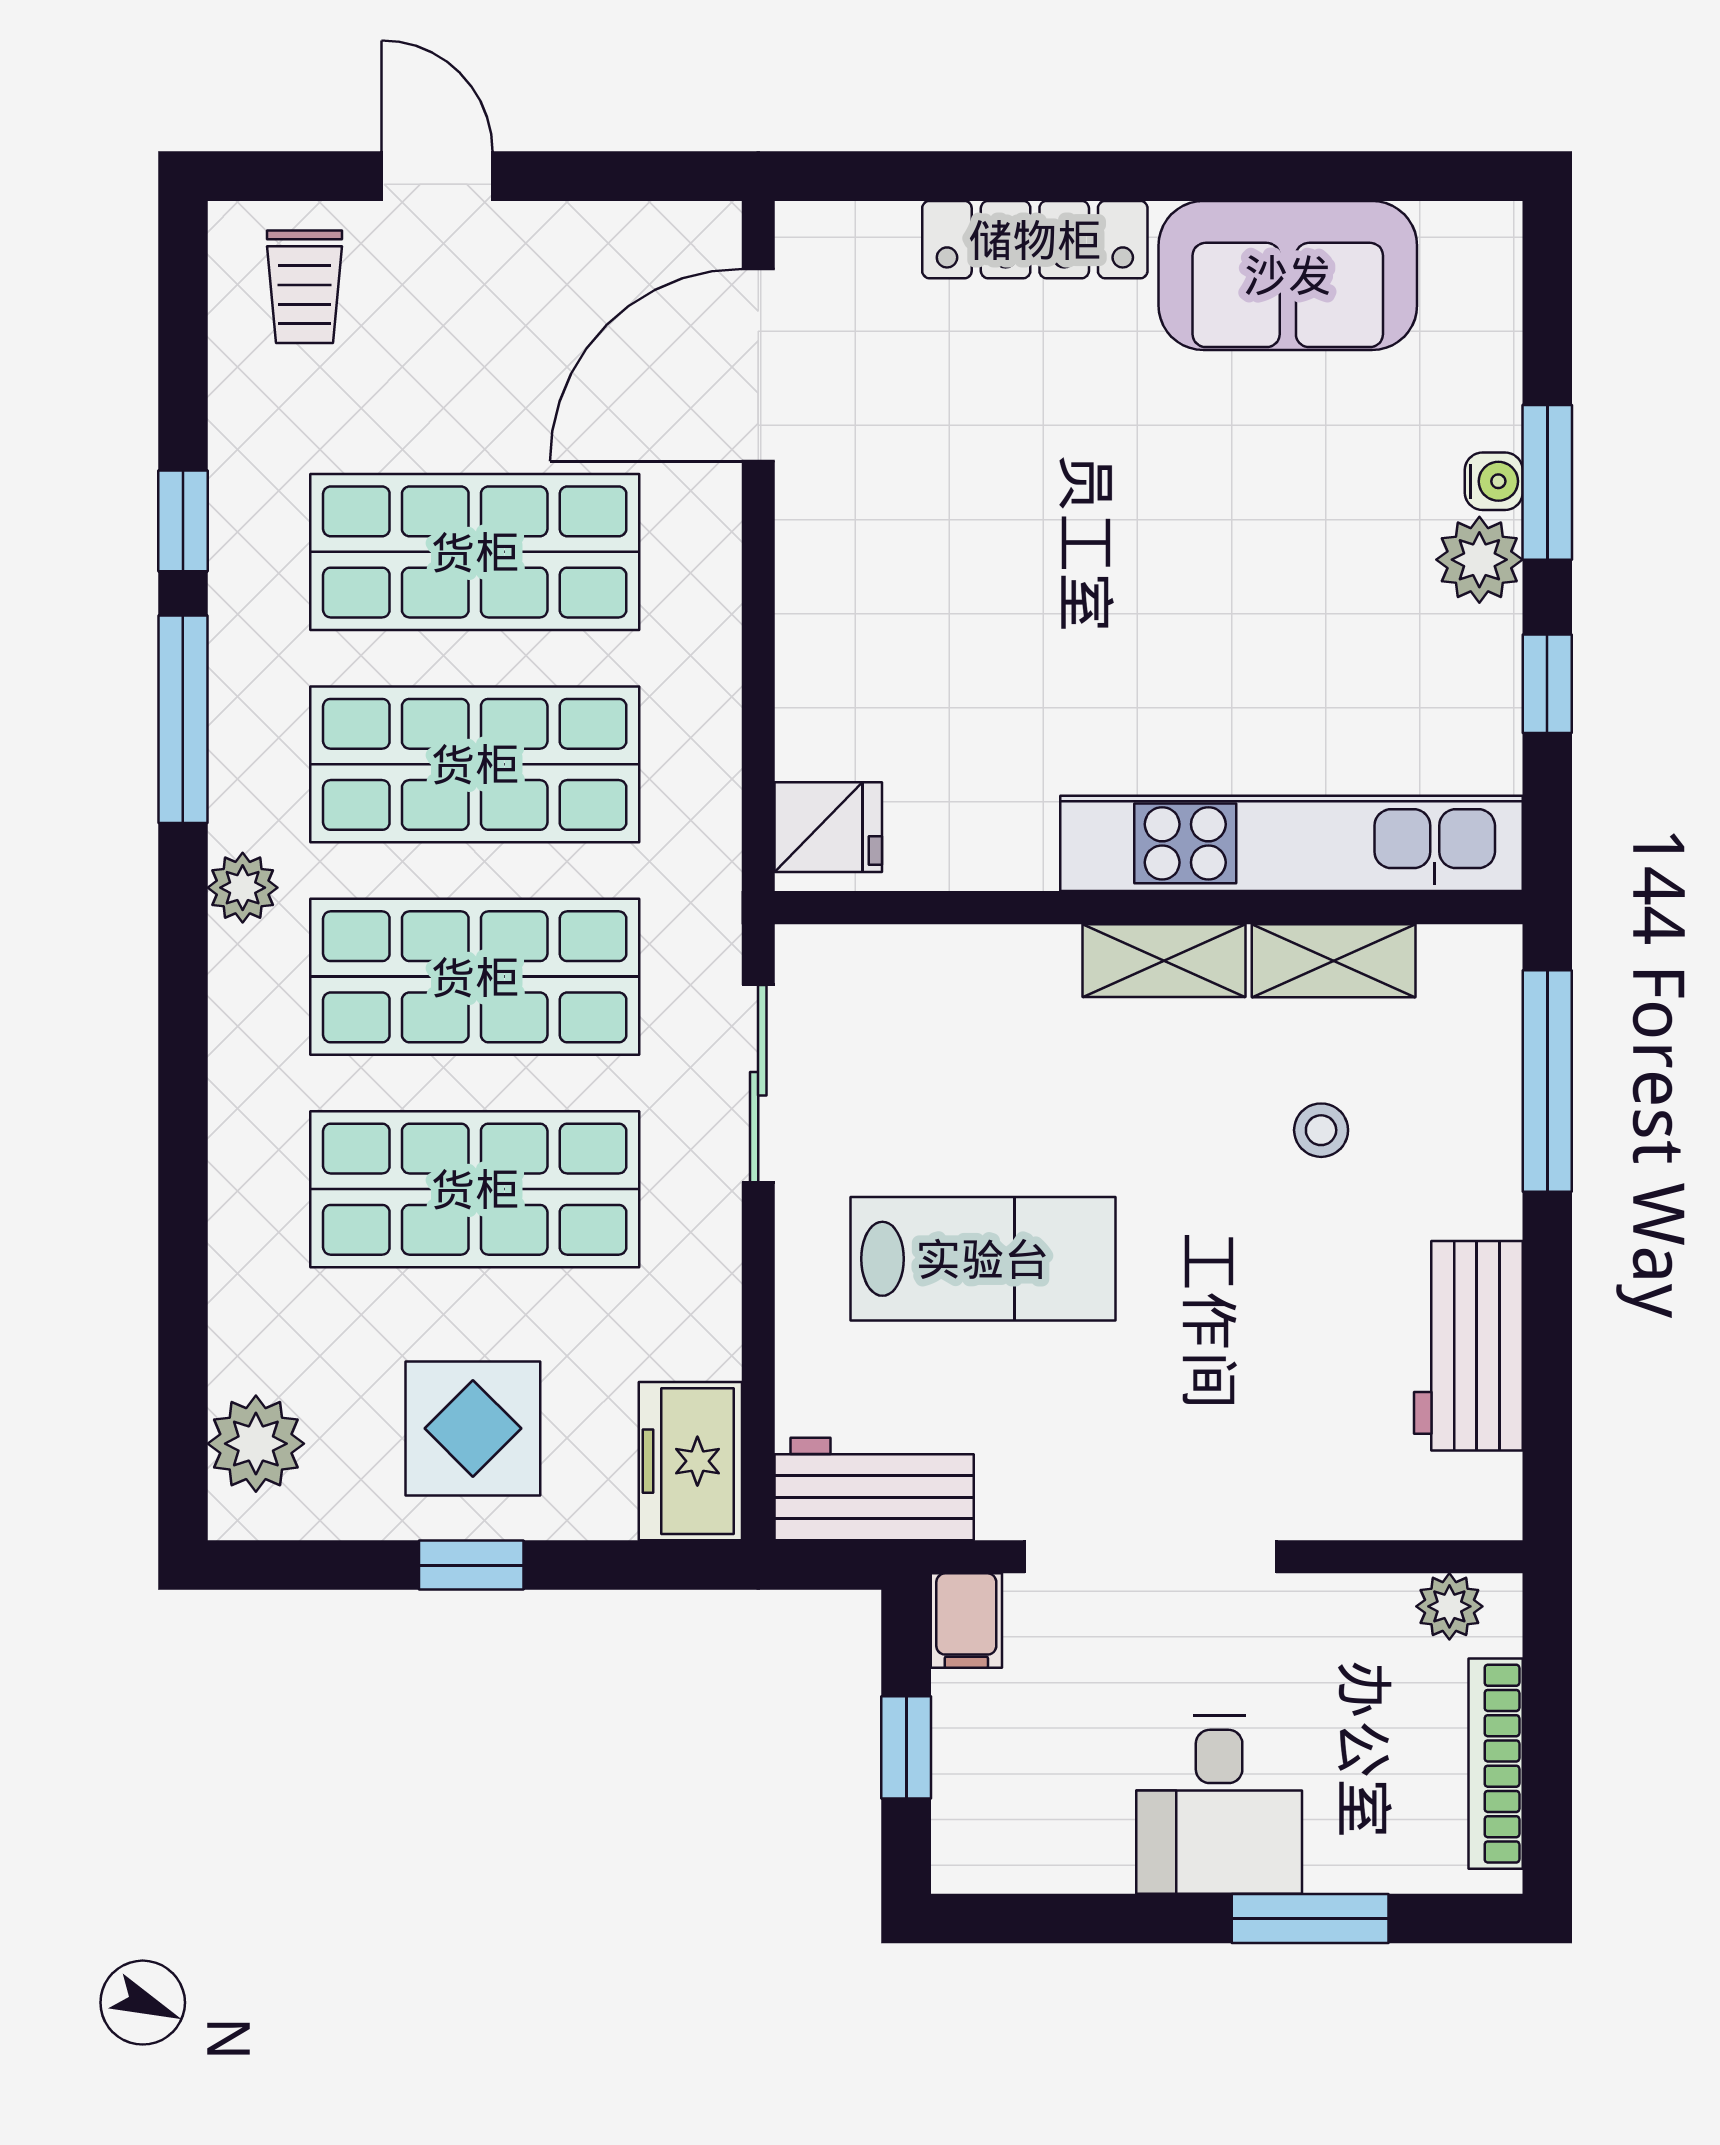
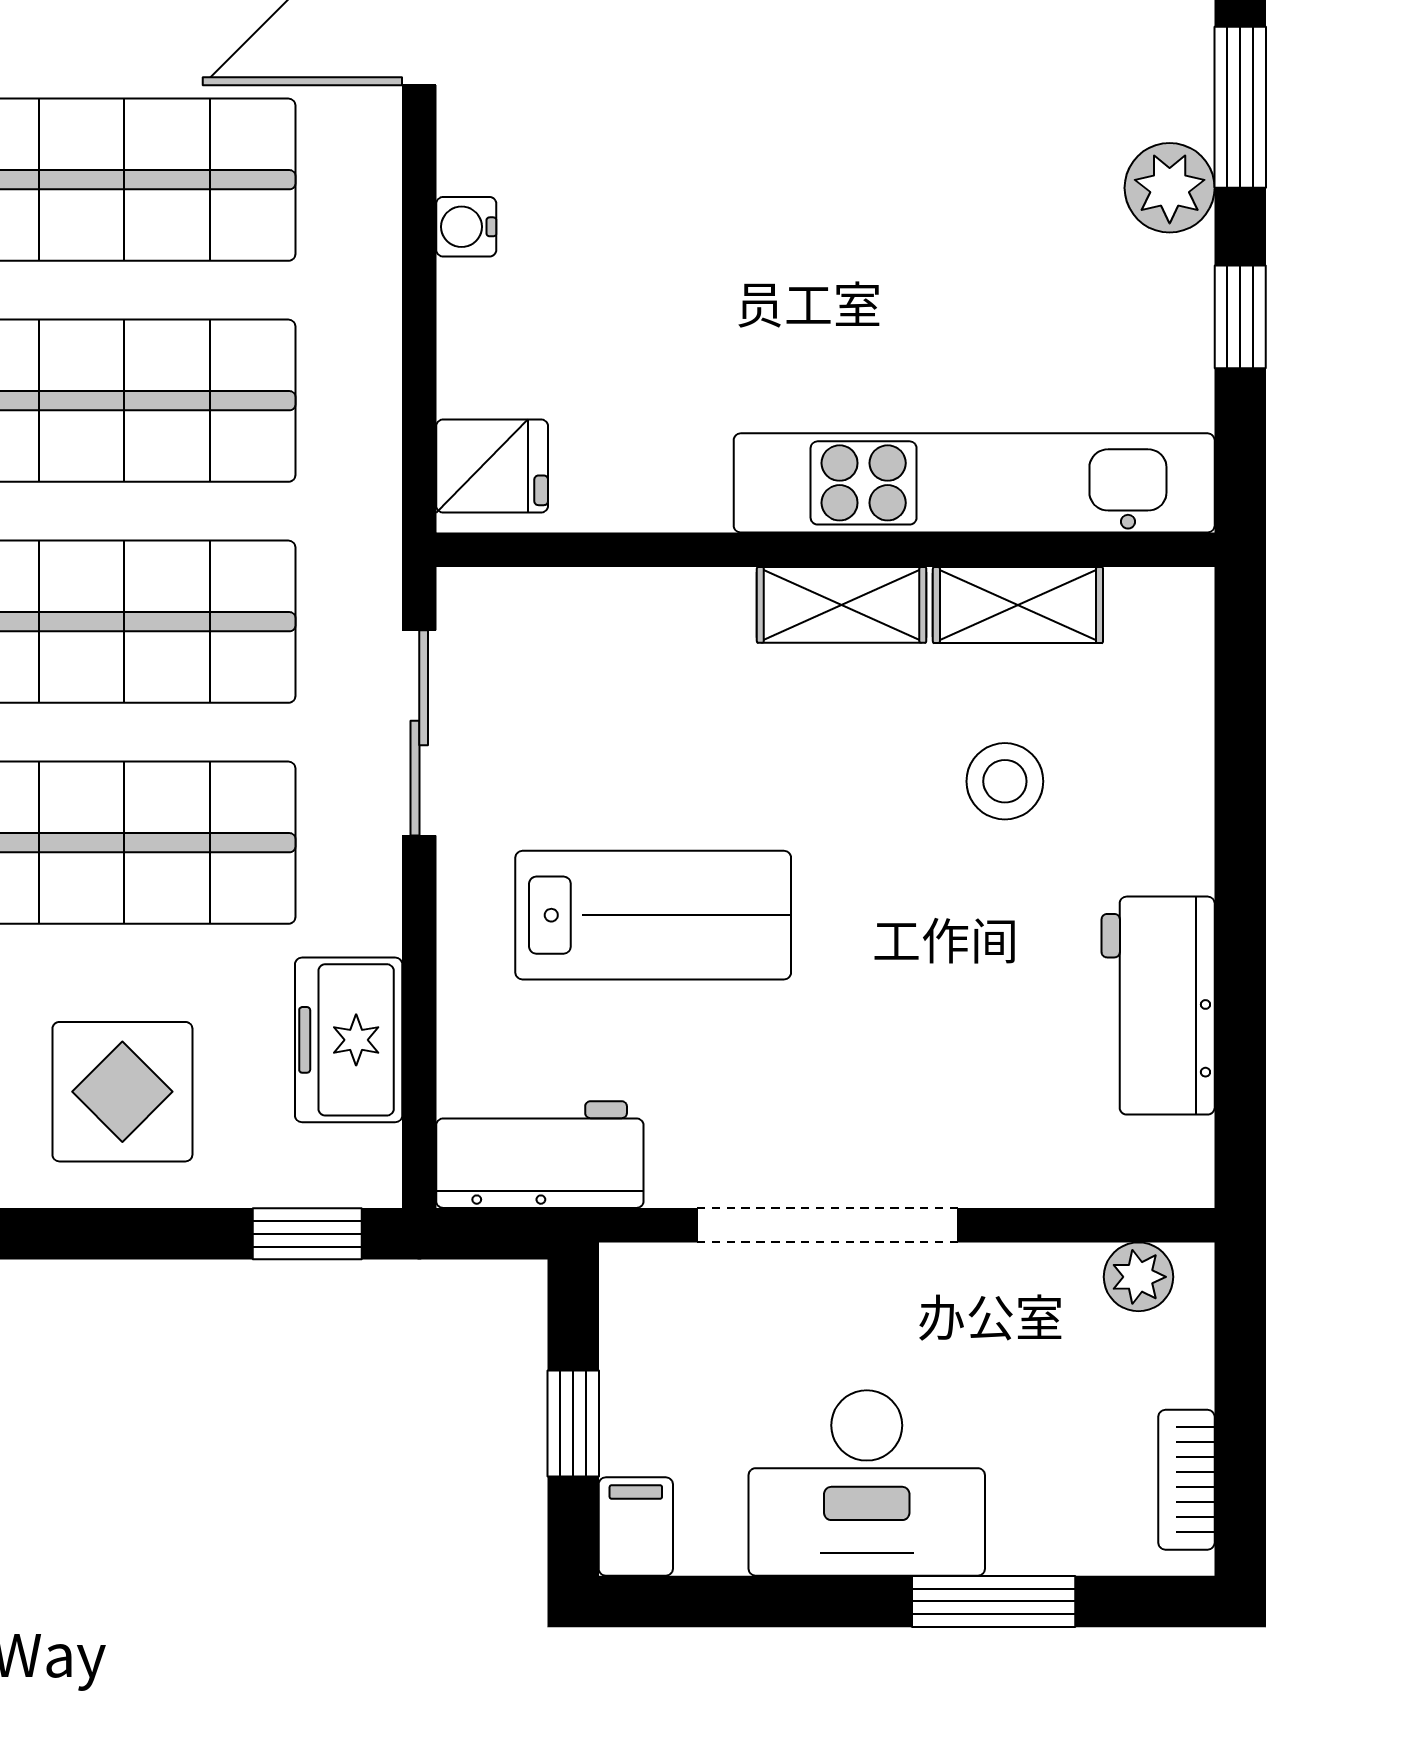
water cooler: (1494, 481) -> (466, 227), moved, turned 180
window: (1547, 1081) -> (1240, 730), removed
stool: (1321, 1130) -> (1005, 781), width x1.37, depth x1.37
freezer: (690, 1461) -> (349, 1040), moved
window: (471, 1565) -> (307, 1234), moved
filing cabinet: (966, 1621) -> (636, 1526), moved, turned 180
bookcase: (1496, 1764) -> (1186, 1480), width x0.64
desk: (1219, 1805) -> (867, 1483), width x1.37

